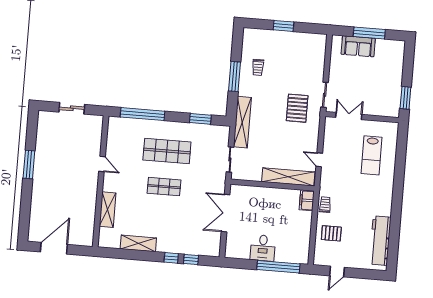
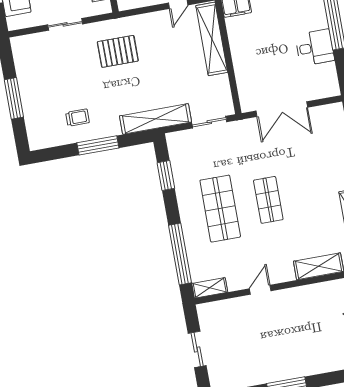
window: (283, 26) -> (14, 98), width x1.44
sliding door: (325, 95) -> (65, 24), moved
shelving: (113, 129) -> (210, 288), added

